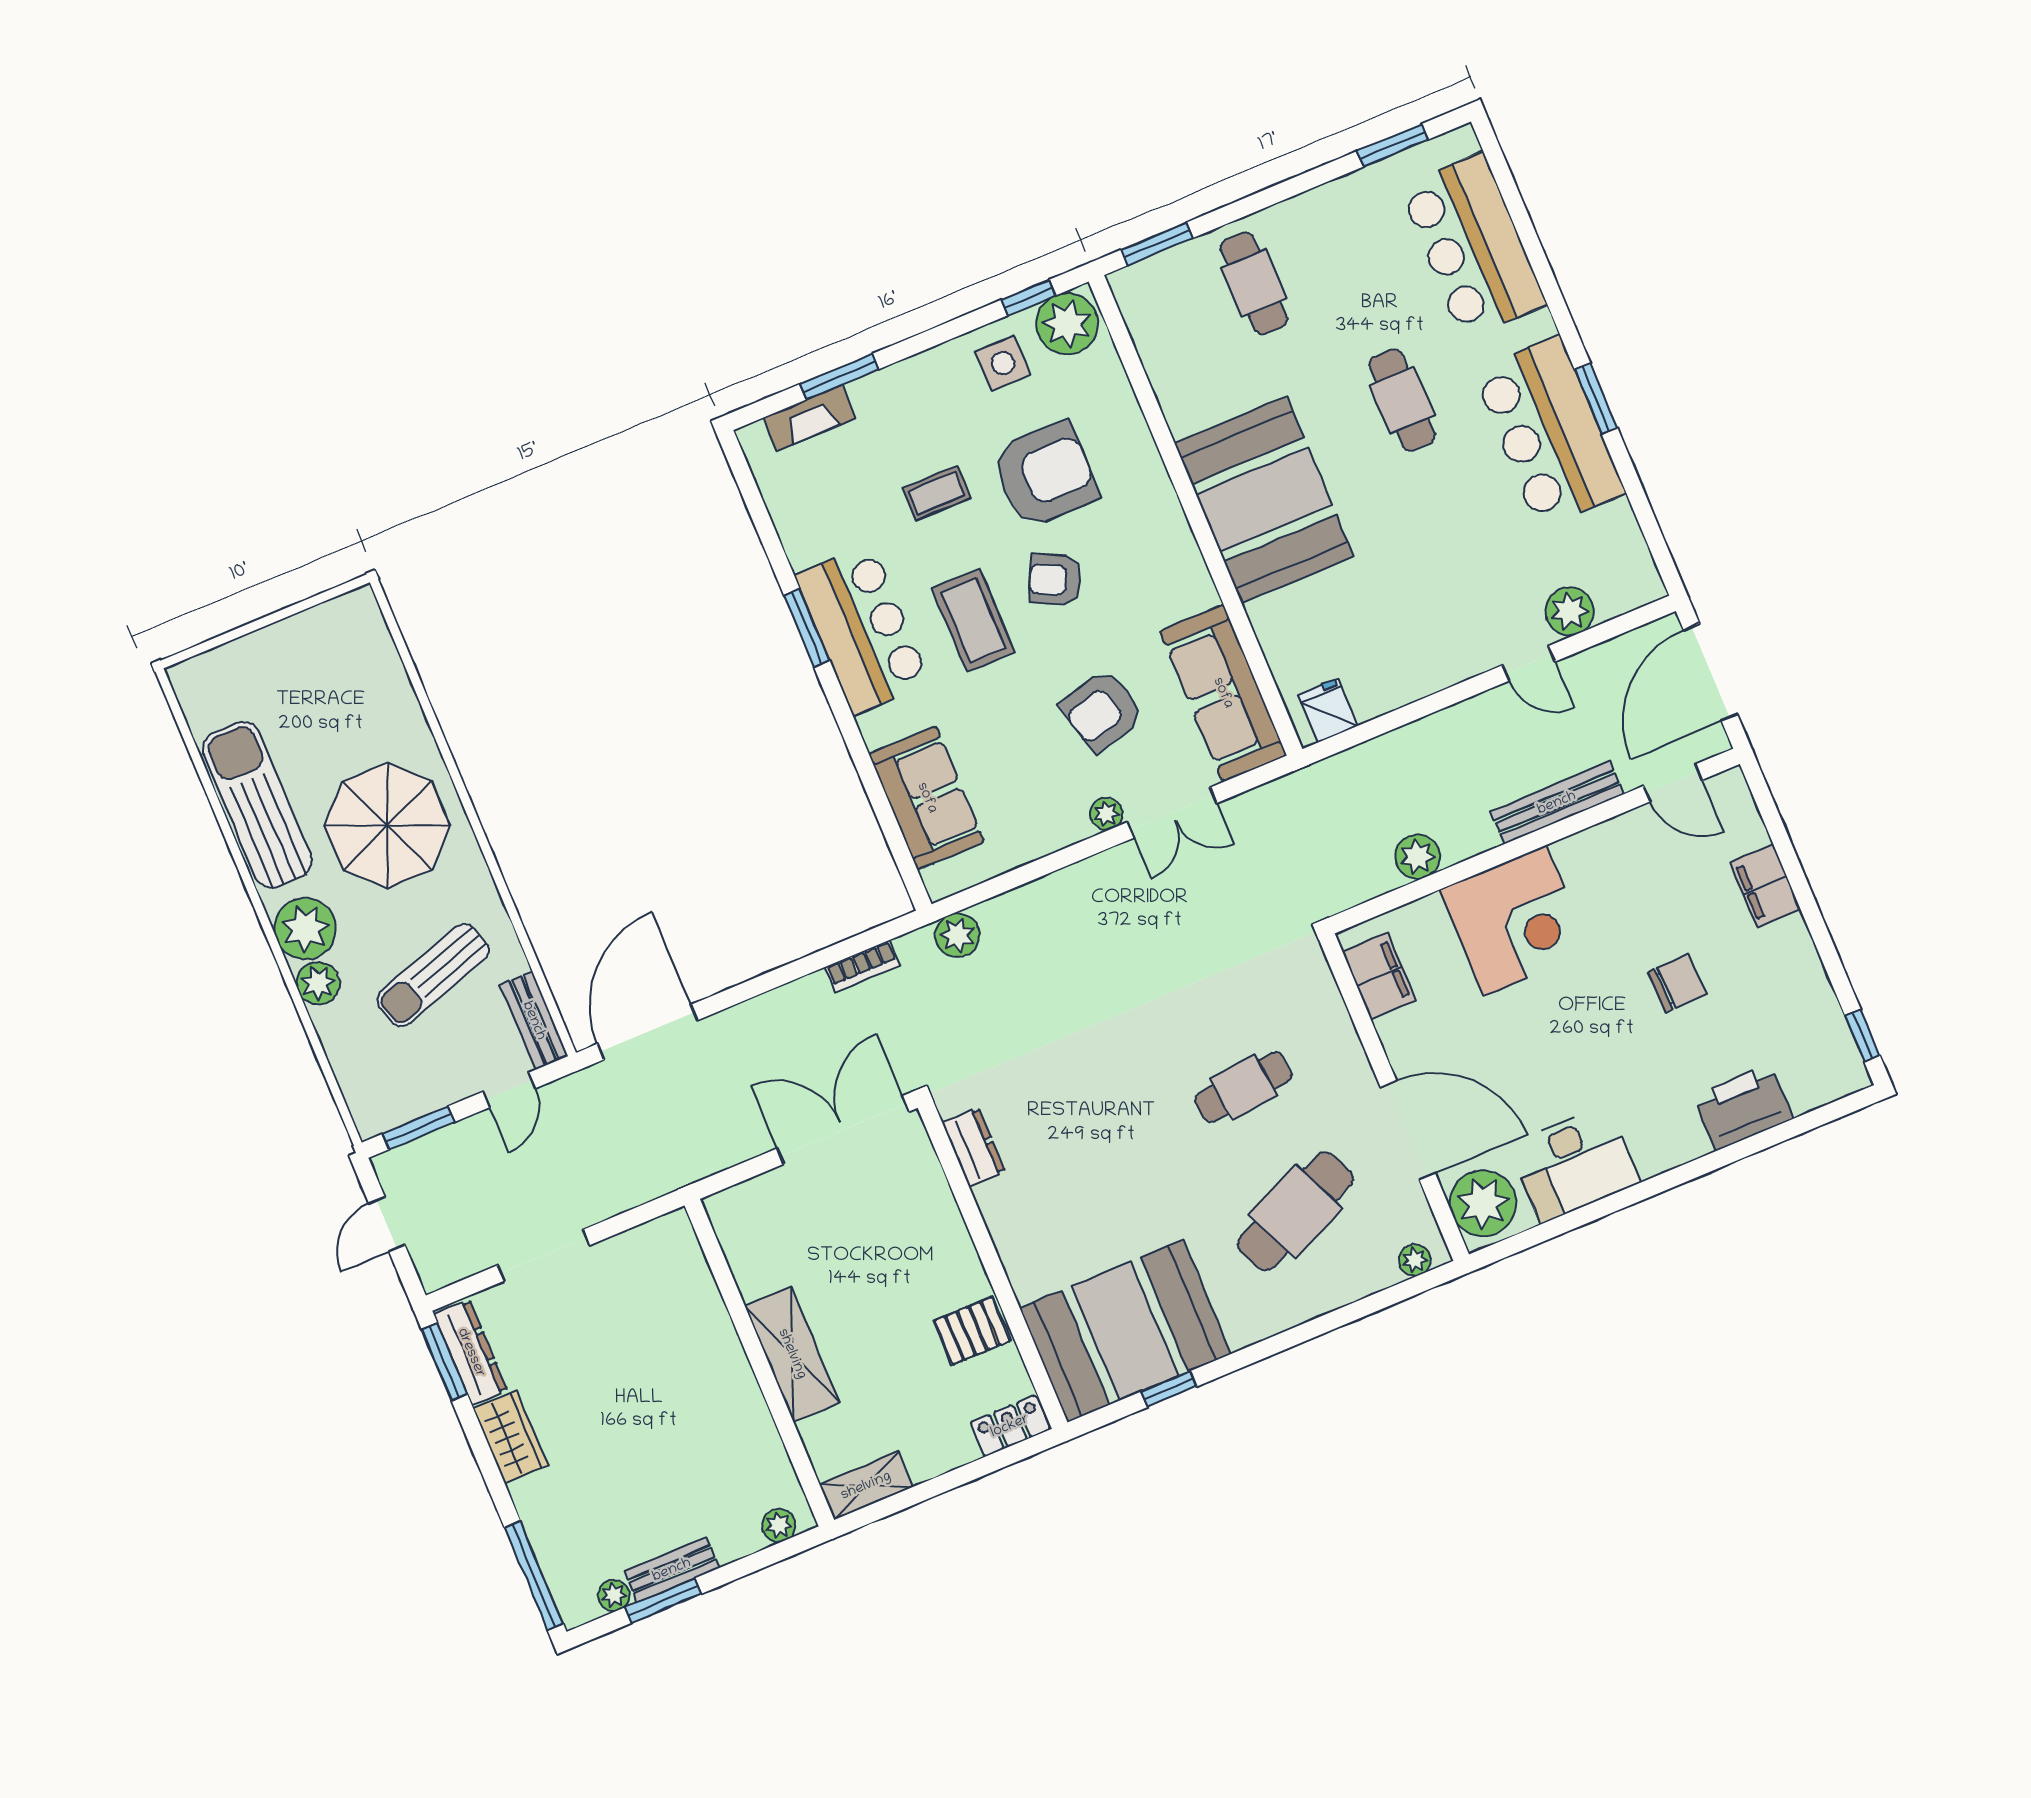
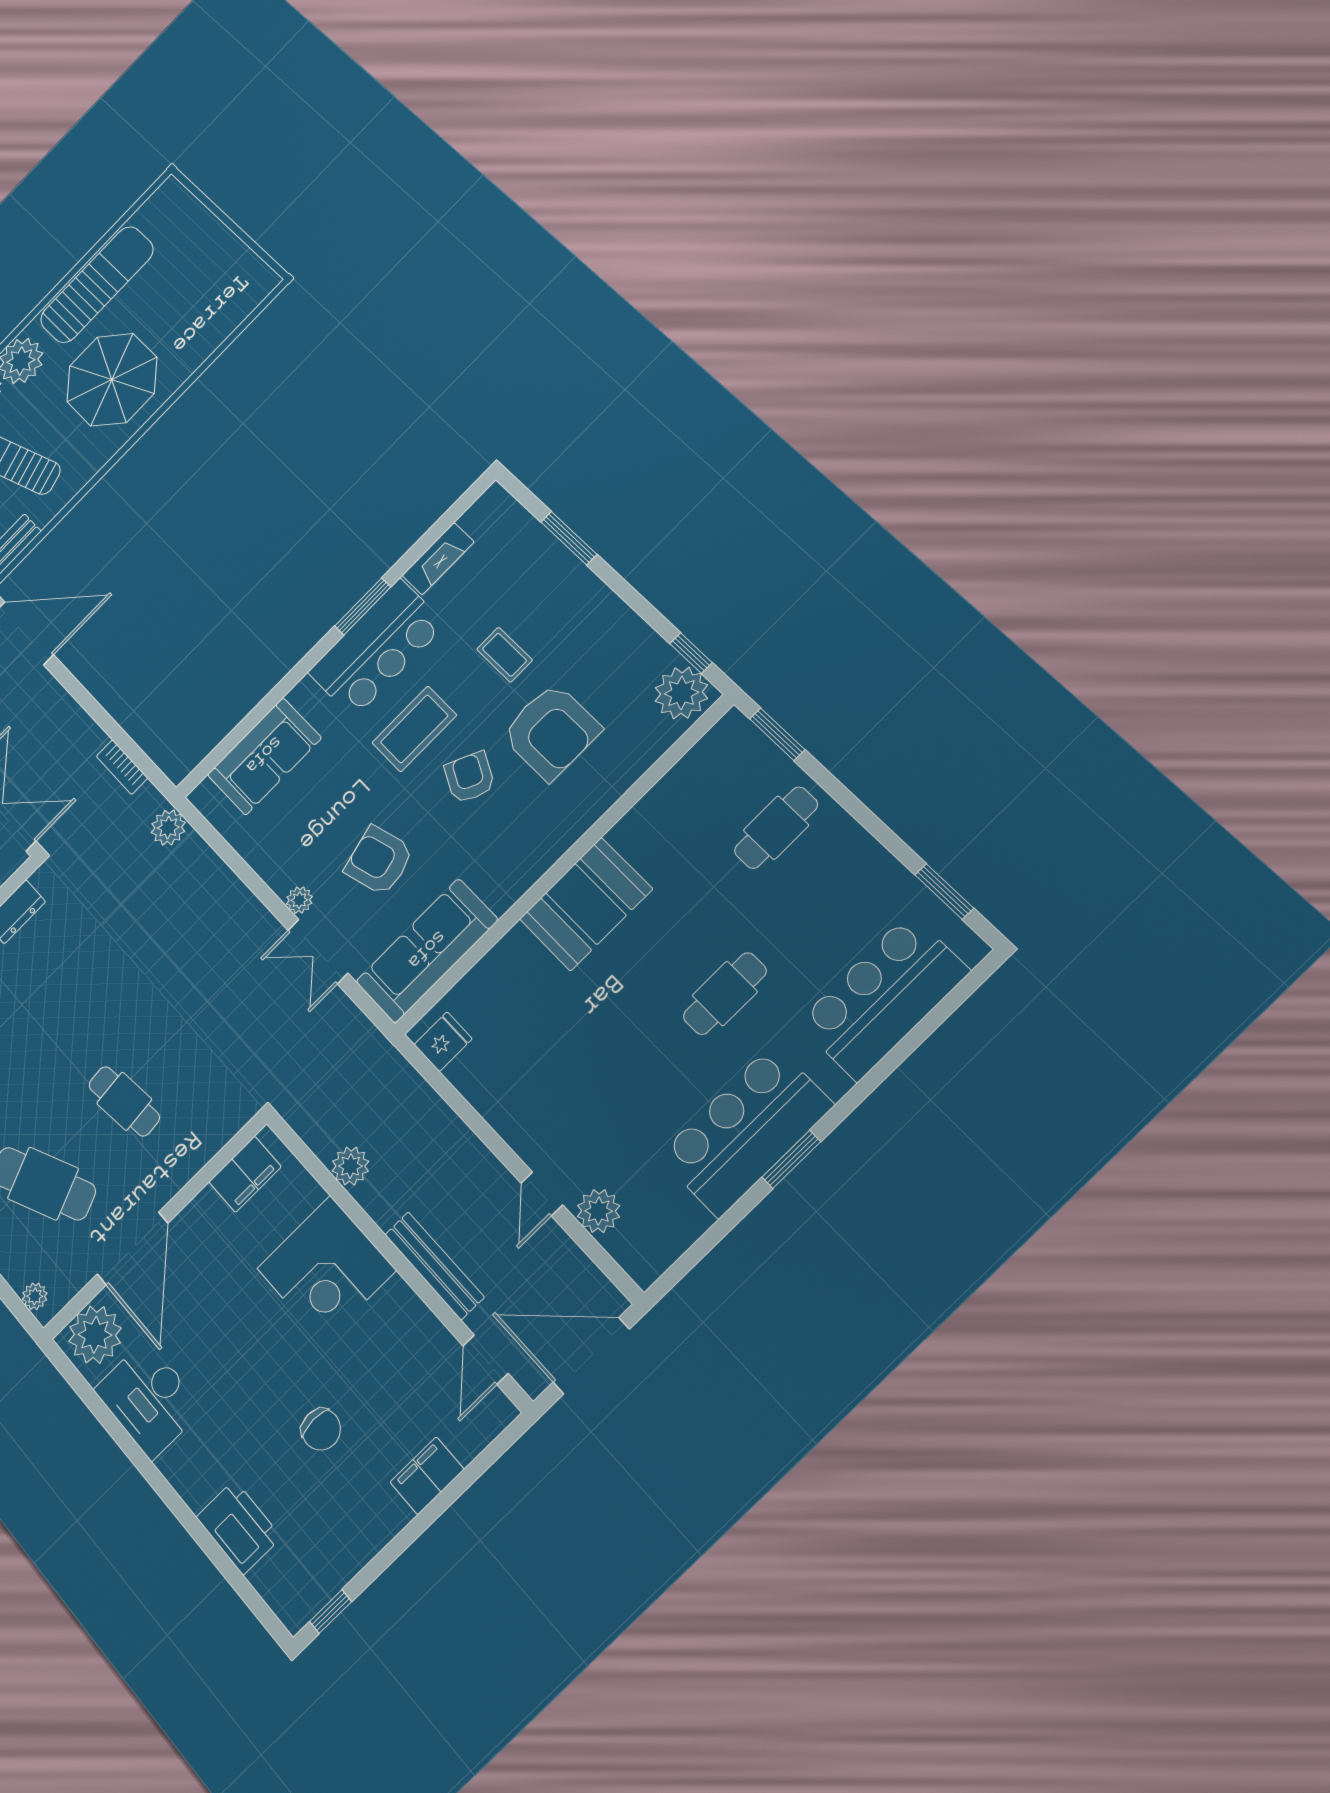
side table: (1003, 363) -> (629, 658), removed
fireplace: (809, 418) -> (438, 559), moved, turned -90
booth: (1264, 500) -> (586, 904), width x0.73, depth x0.70

